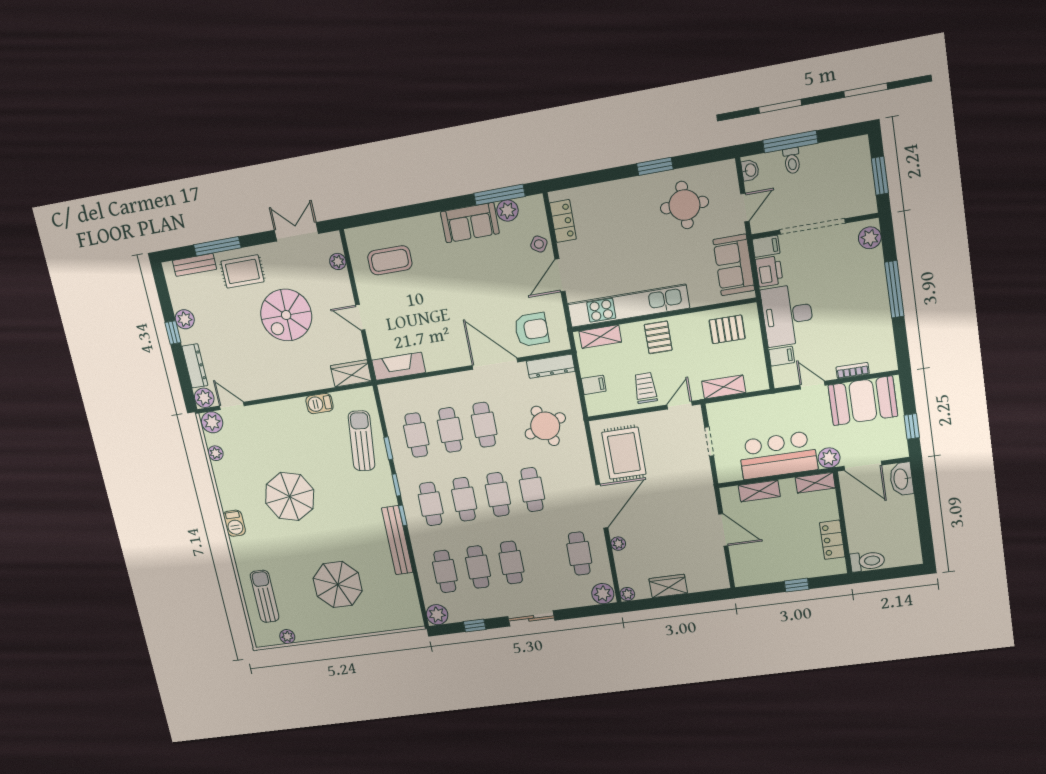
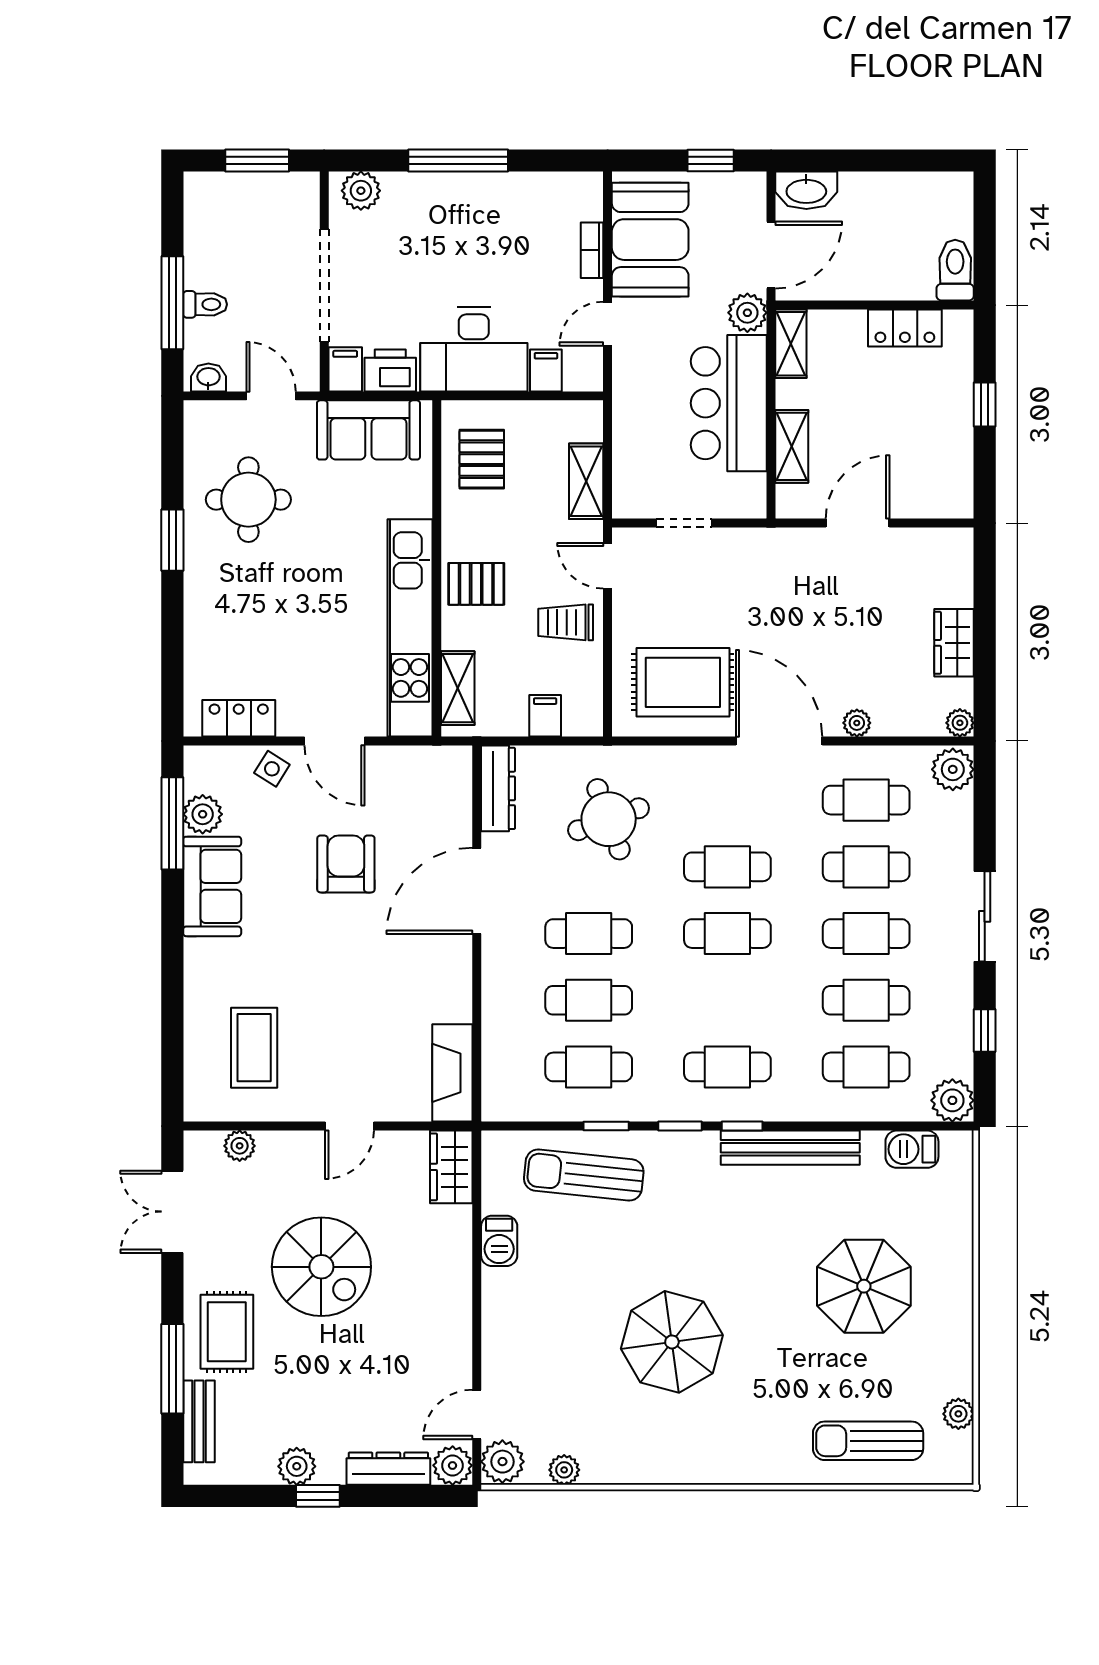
armchair: (532, 330) -> (346, 864), moved
cafe table: (464, 499) -> (866, 867), moved
barbecue: (234, 523) -> (912, 1149), moved, turned 180

